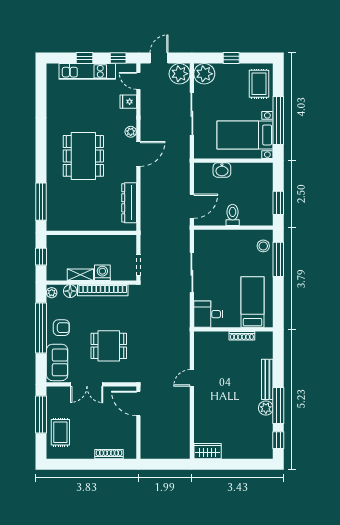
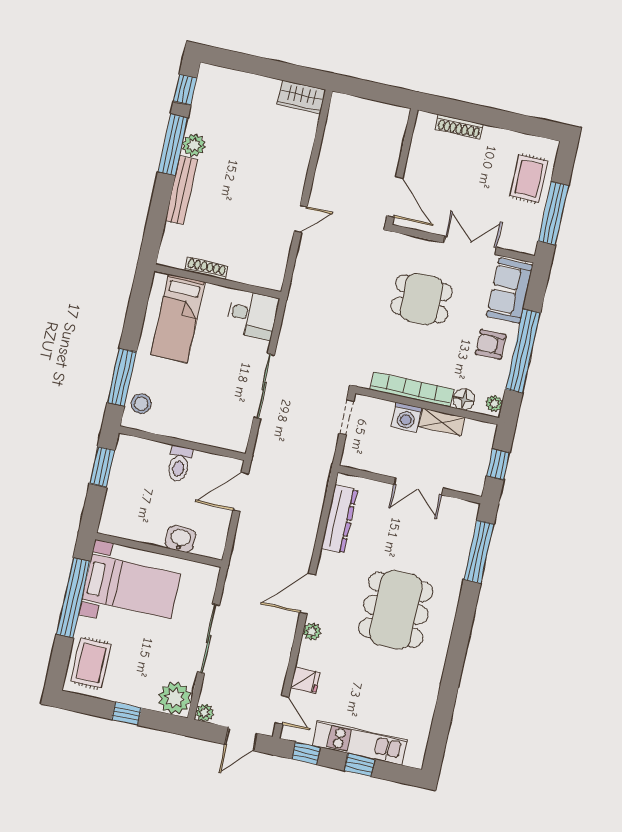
plant: (180, 74) -> (205, 713), width x0.53, depth x0.53
double door: (86, 233) -> (418, 486), added

